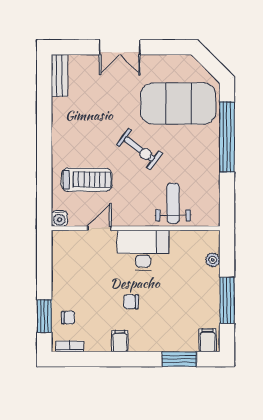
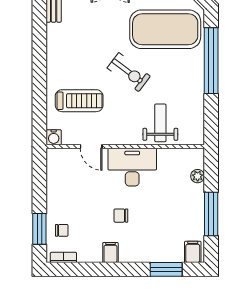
door: (99, 228) -> (91, 146), swing flipped

